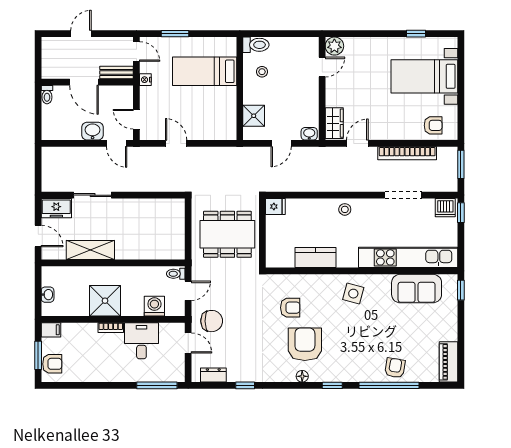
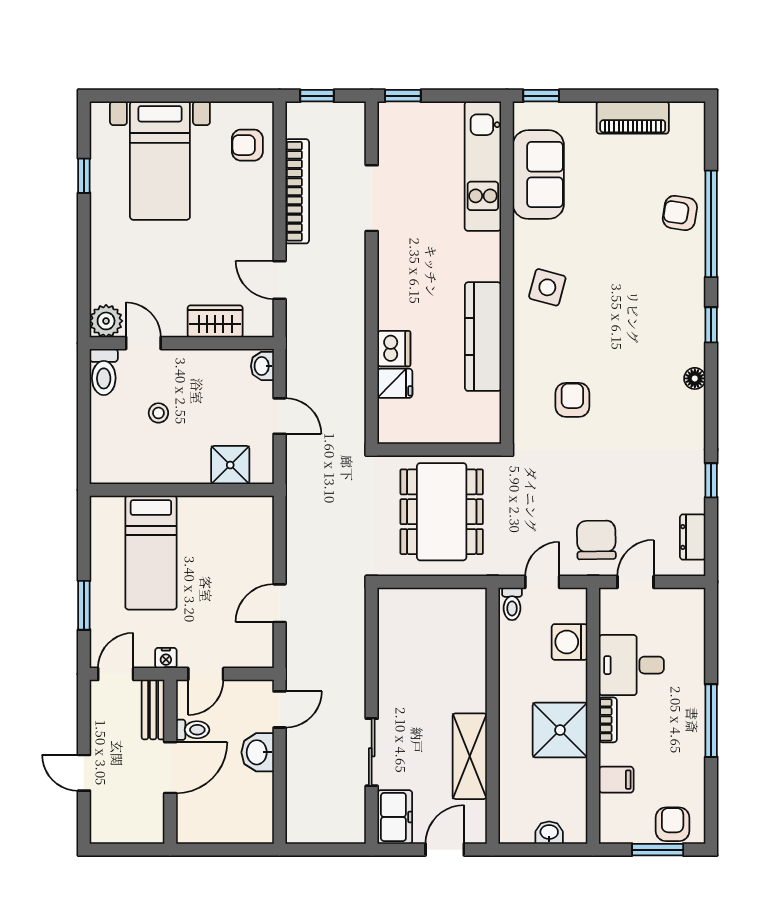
toilet: (256, 45) -> (104, 372), moved, turned 180
stool: (262, 72) -> (158, 413), moved
toilet: (47, 95) -> (193, 730), moved
door: (136, 119) -> (206, 674), moved
wardrobe: (334, 123) -> (215, 321), moved
armchair: (433, 125) -> (247, 145), turned -90
window: (461, 164) -> (317, 96), width x0.67
fridge: (275, 206) -> (395, 383), moved, turned 90
dishwasher: (445, 208) -> (394, 349), moved
stool: (345, 209) -> (397, 302), removed
kitchen unit: (408, 257) -> (483, 166), width x0.73
kitchen counter: (316, 258) -> (483, 337), width x1.50
door: (188, 291) -> (542, 582), hinge flipped
filing cabinet: (51, 330) -> (616, 780), moved, turned 90
armchair: (305, 344) -> (638, 374), removed
piano: (449, 362) -> (633, 118), moved
window: (157, 385) -> (711, 721), moved

